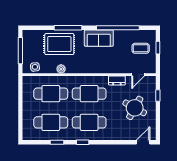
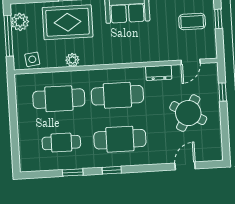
plant: (28, 42) -> (20, 22), added
cafe table: (51, 122) -> (61, 143), width x0.73, depth x0.74
door: (143, 142) -> (185, 166), moved

